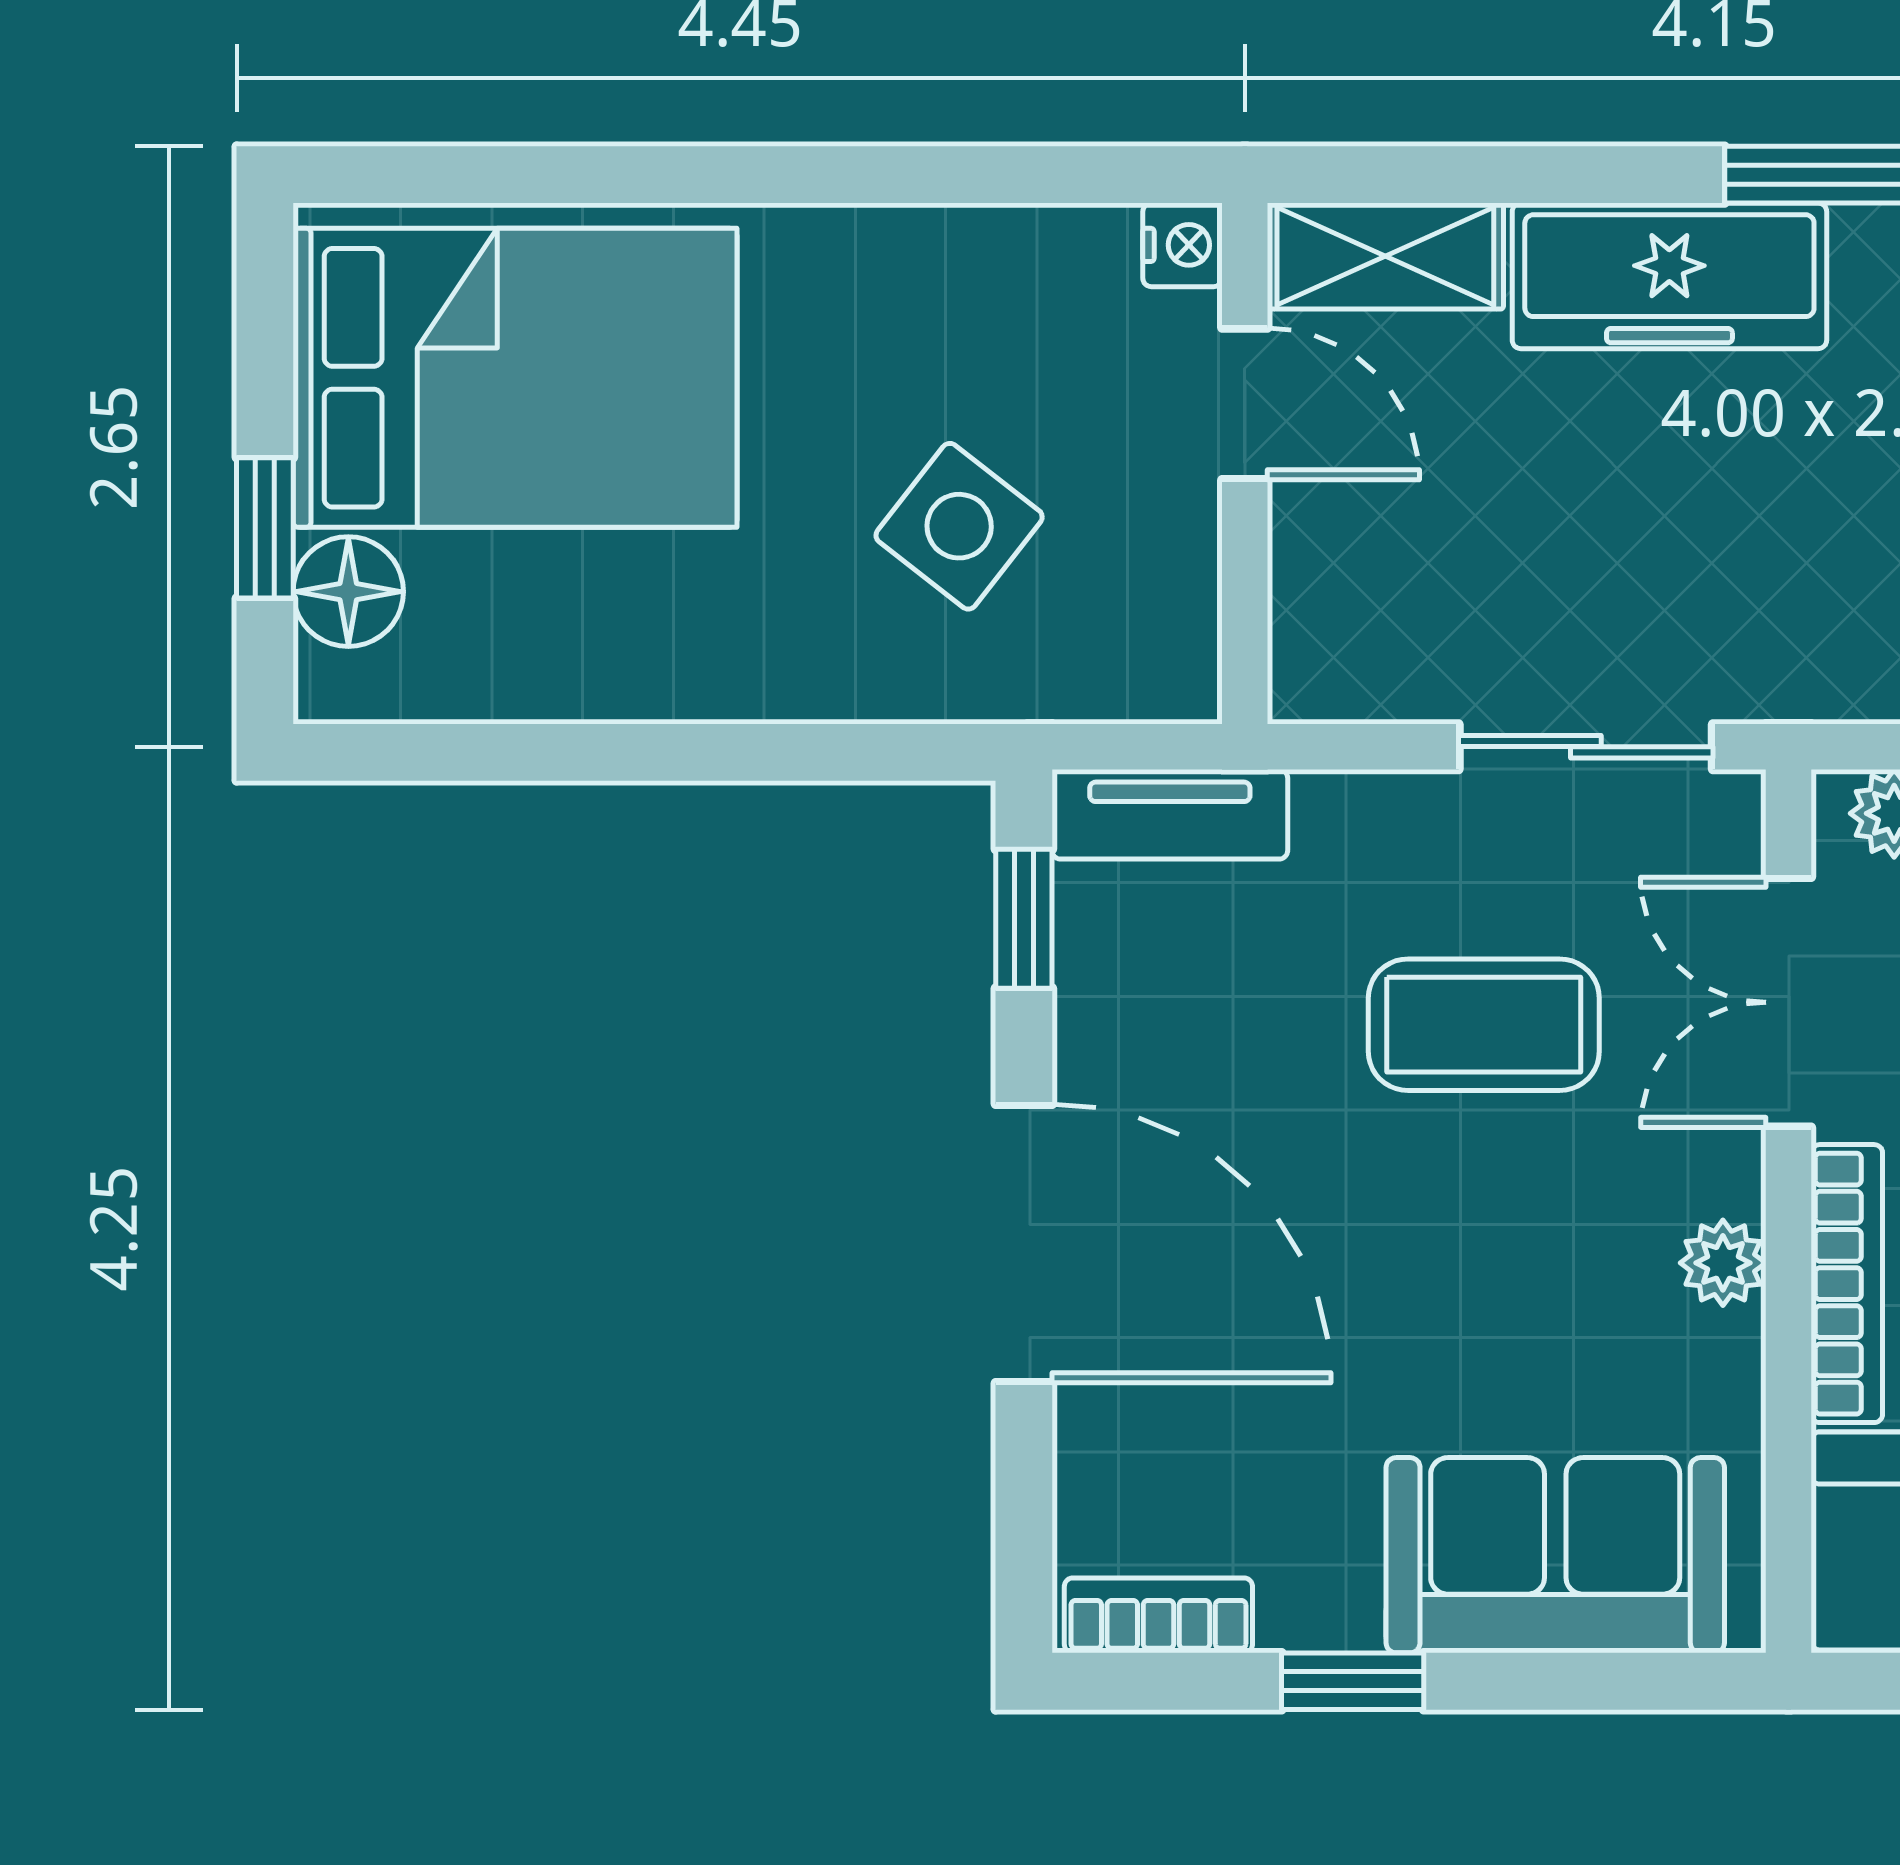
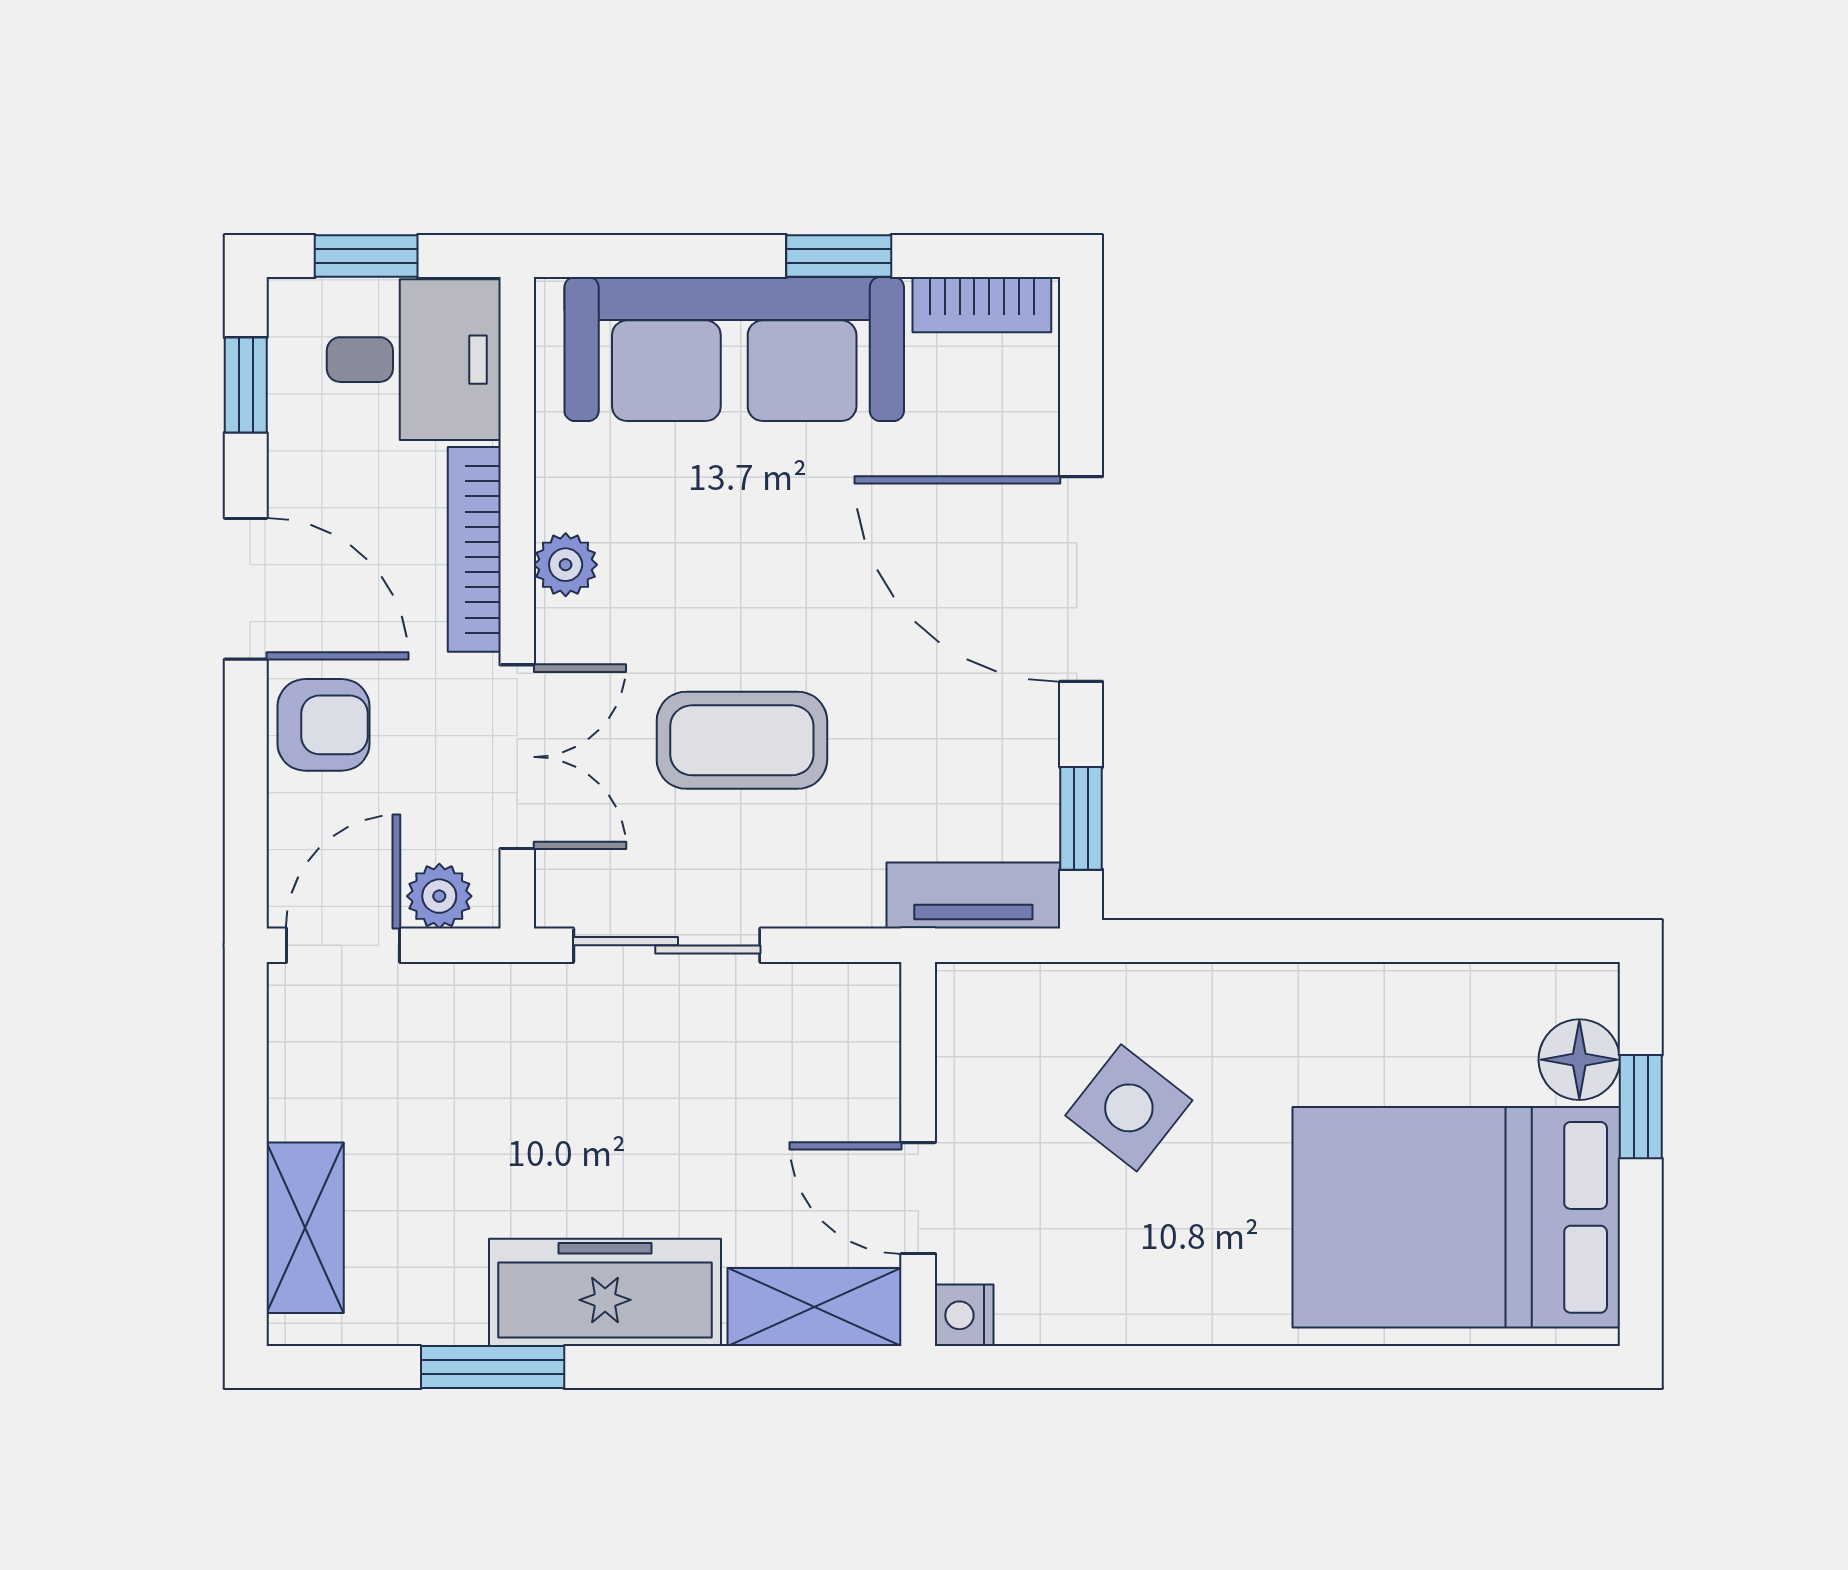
sofa: (1555, 1555) -> (734, 349), width x1.36

